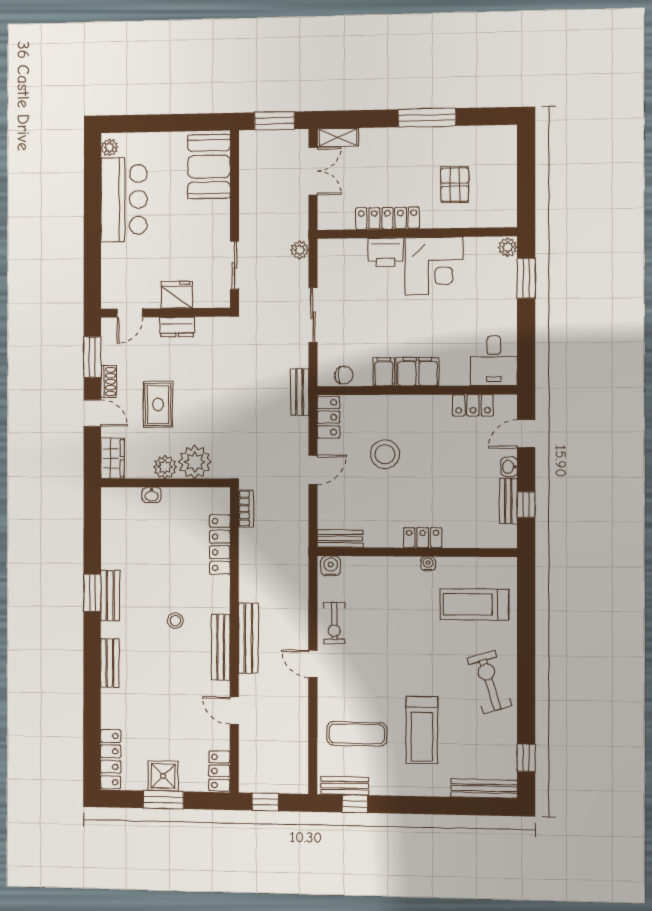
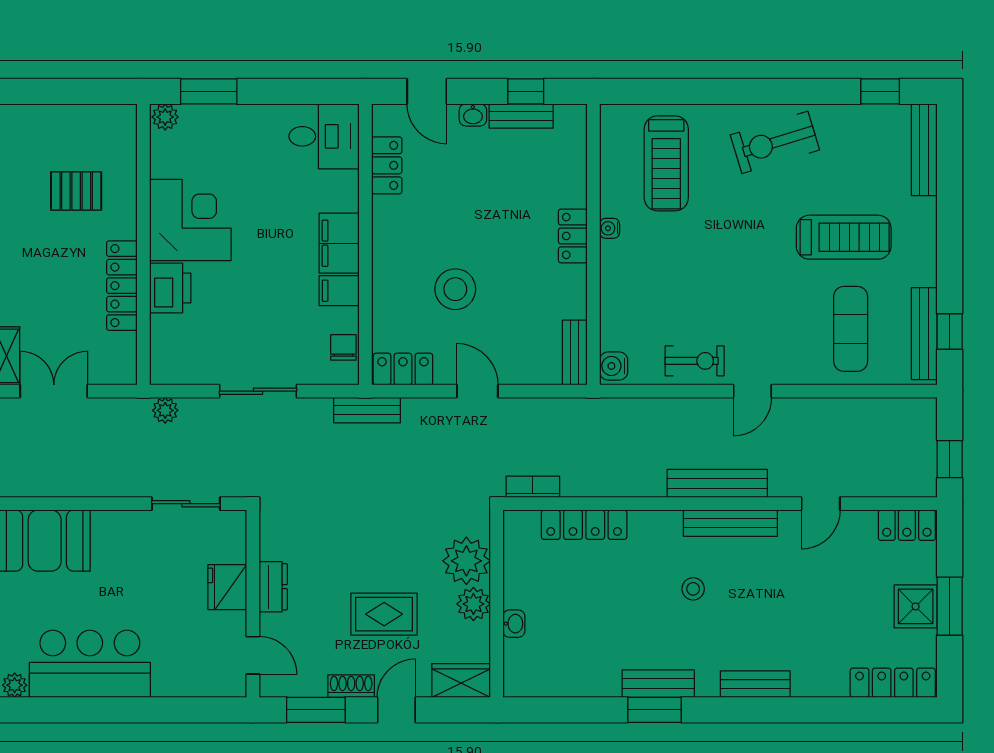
bench: (345, 786) -> (924, 334), width x1.36

